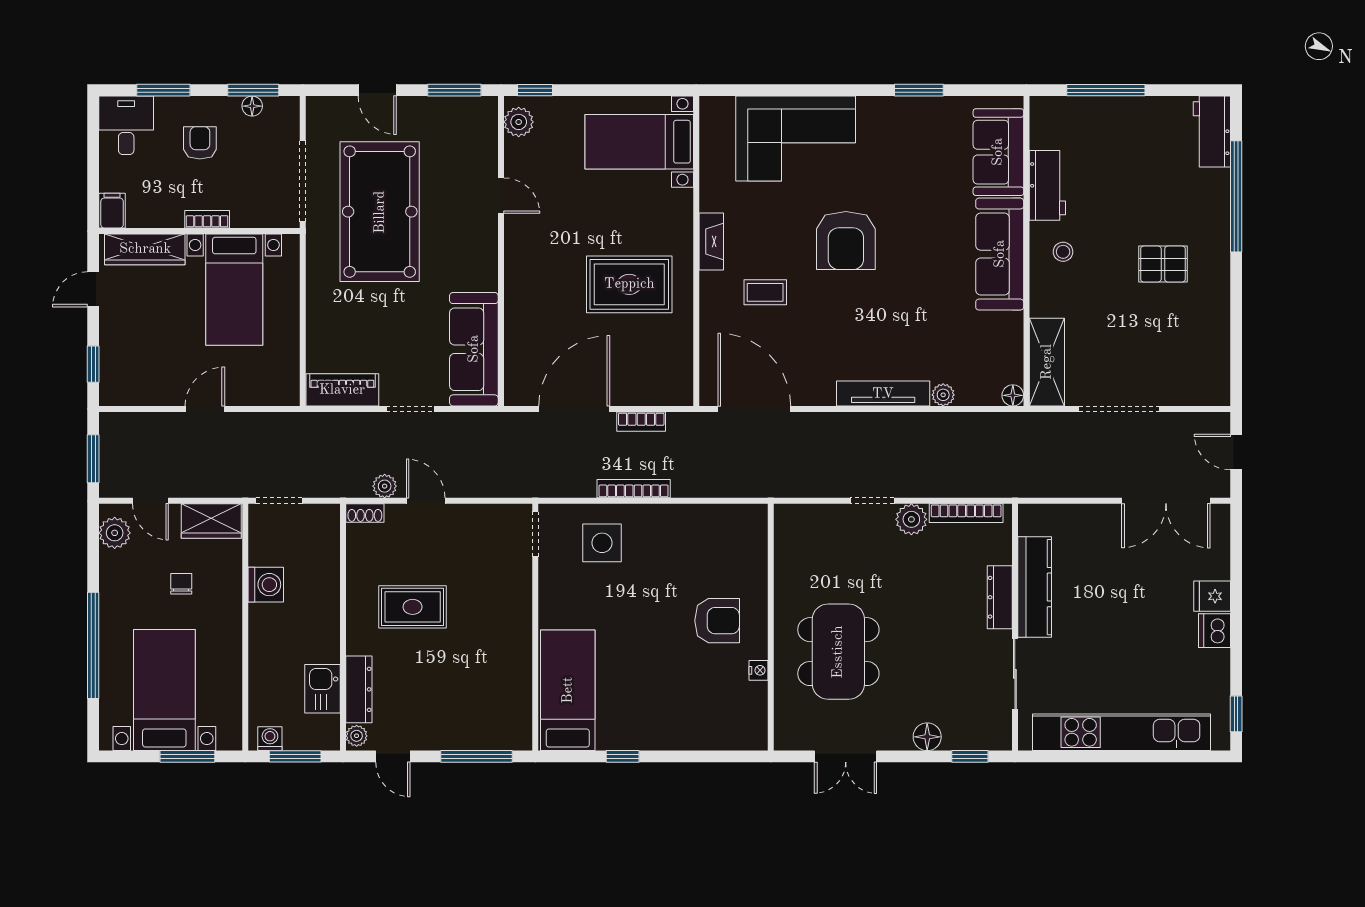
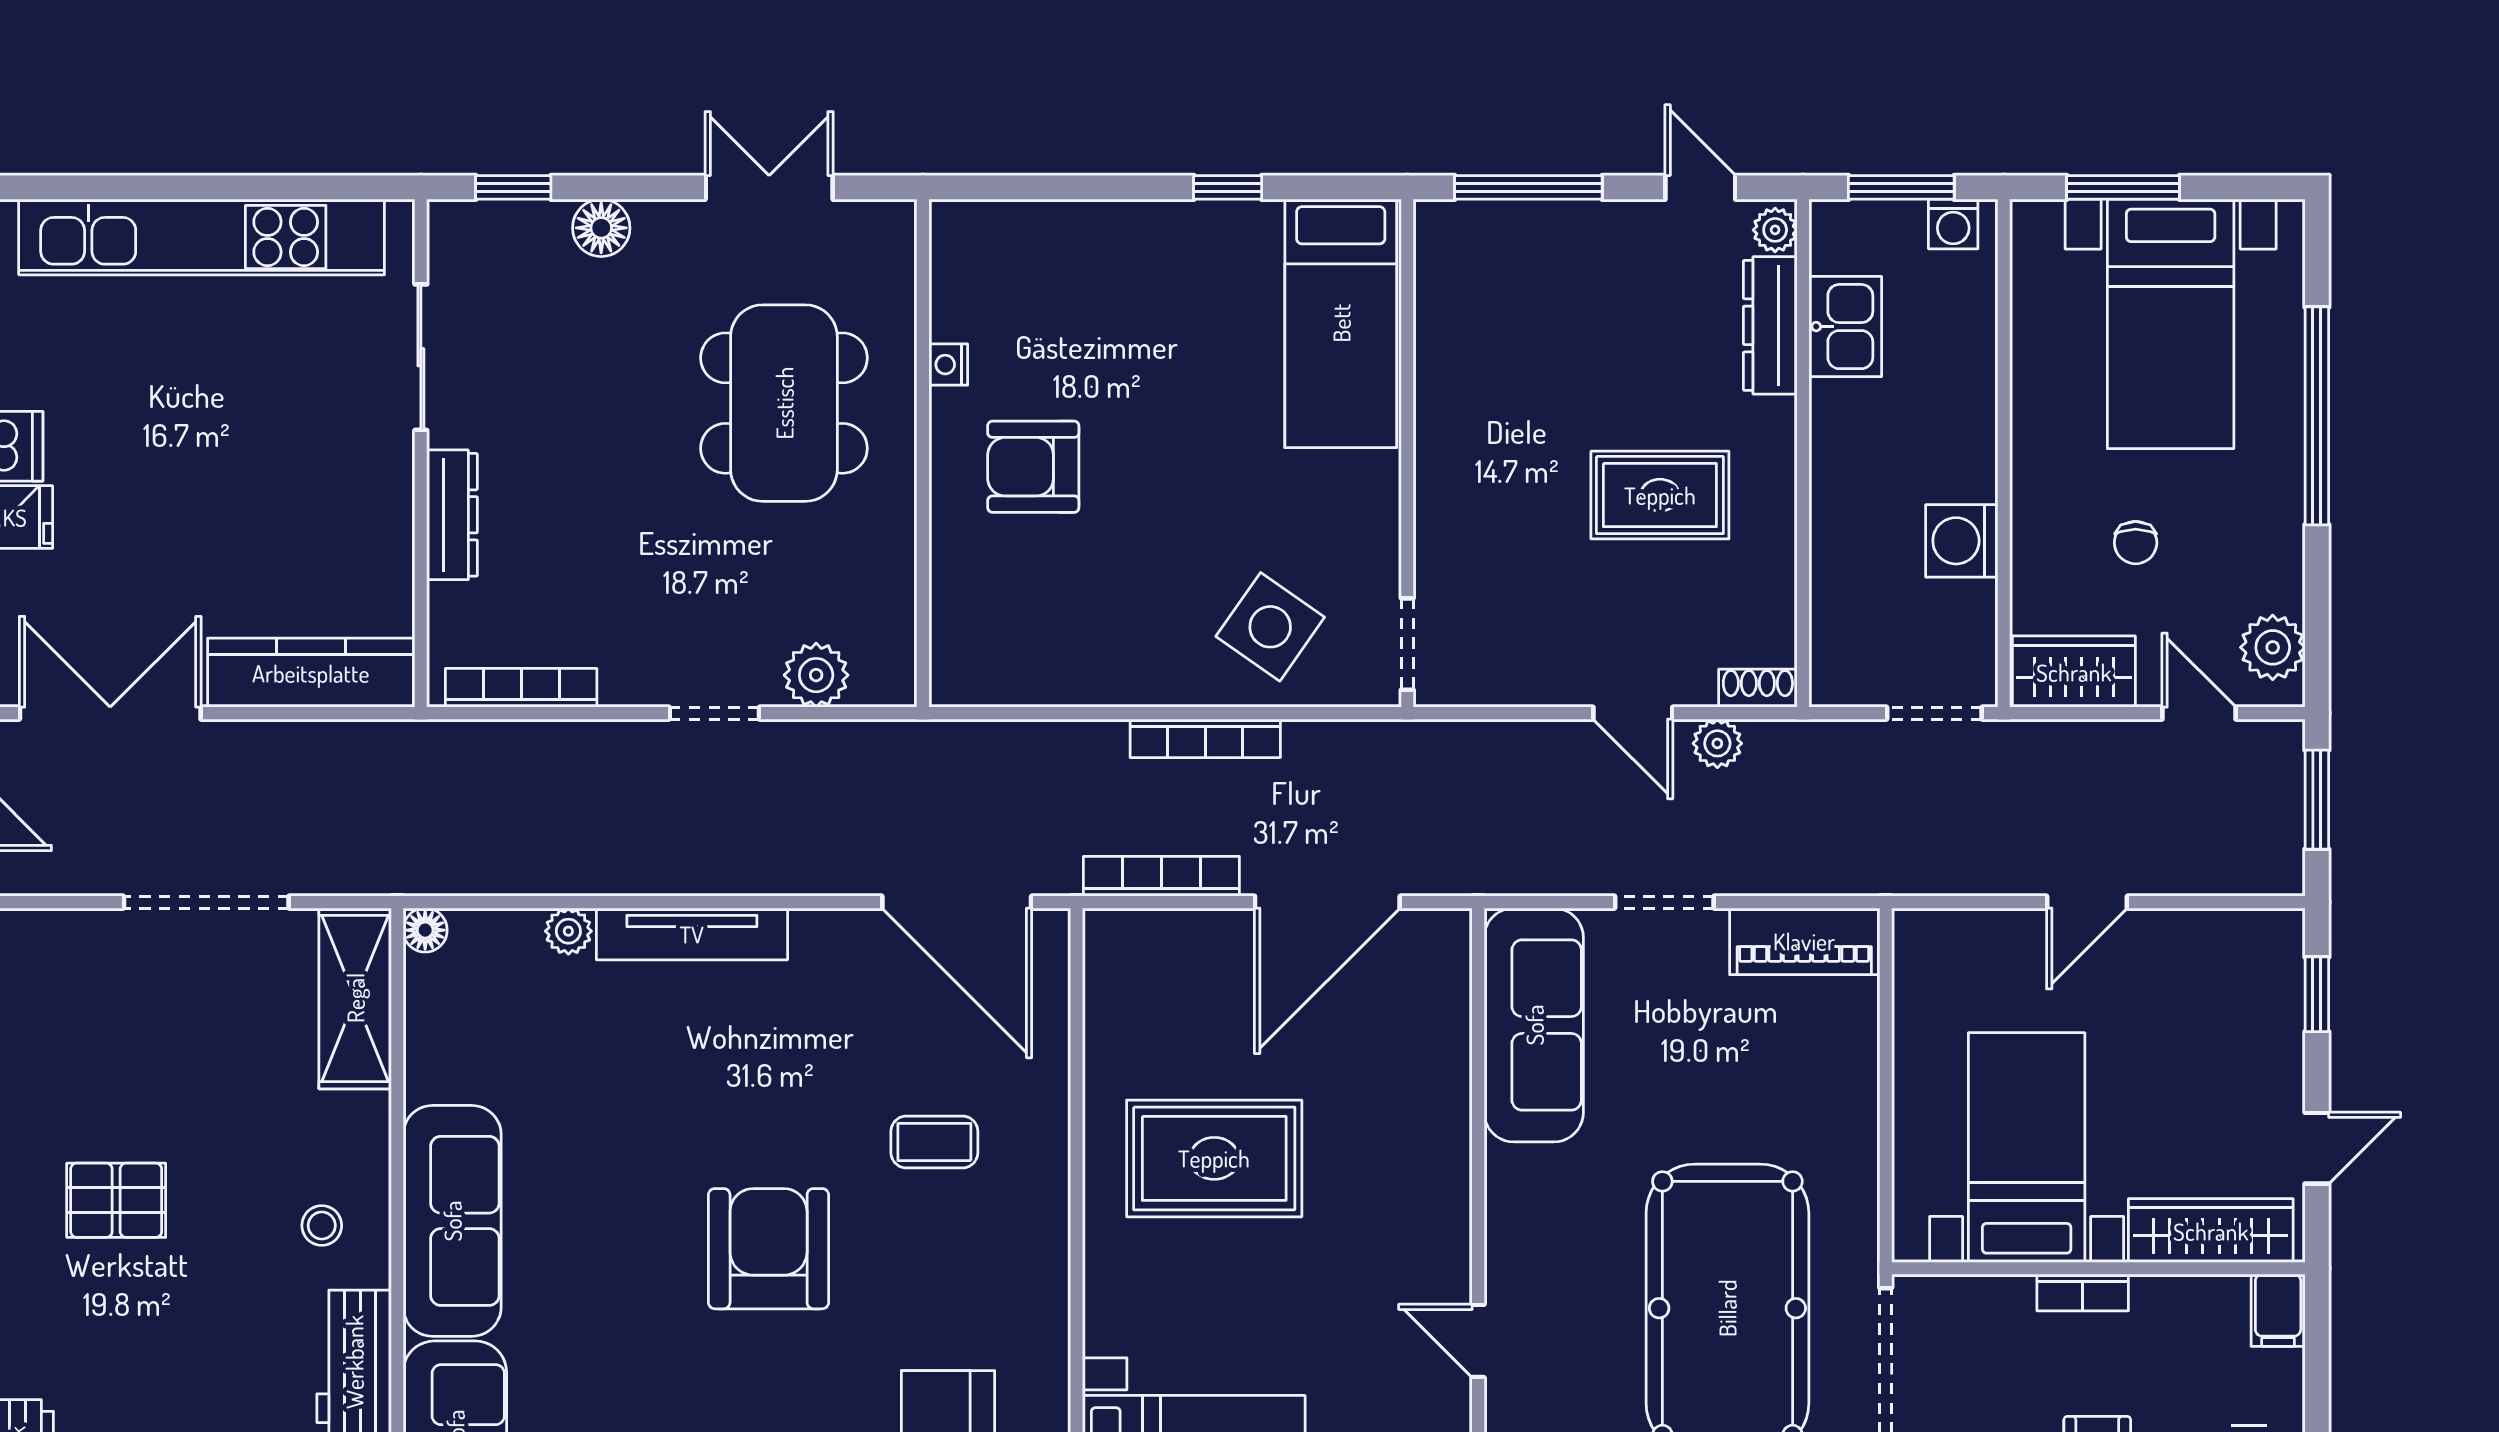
fireplace: (711, 241) -> (1045, 1247), removed
bookcase: (641, 422) -> (1161, 876), width x1.56
plant: (911, 519) -> (816, 675), moved
side table: (602, 543) -> (1270, 627), turned 35
kitchen counter: (1035, 587) -> (311, 673), moved, turned 90

